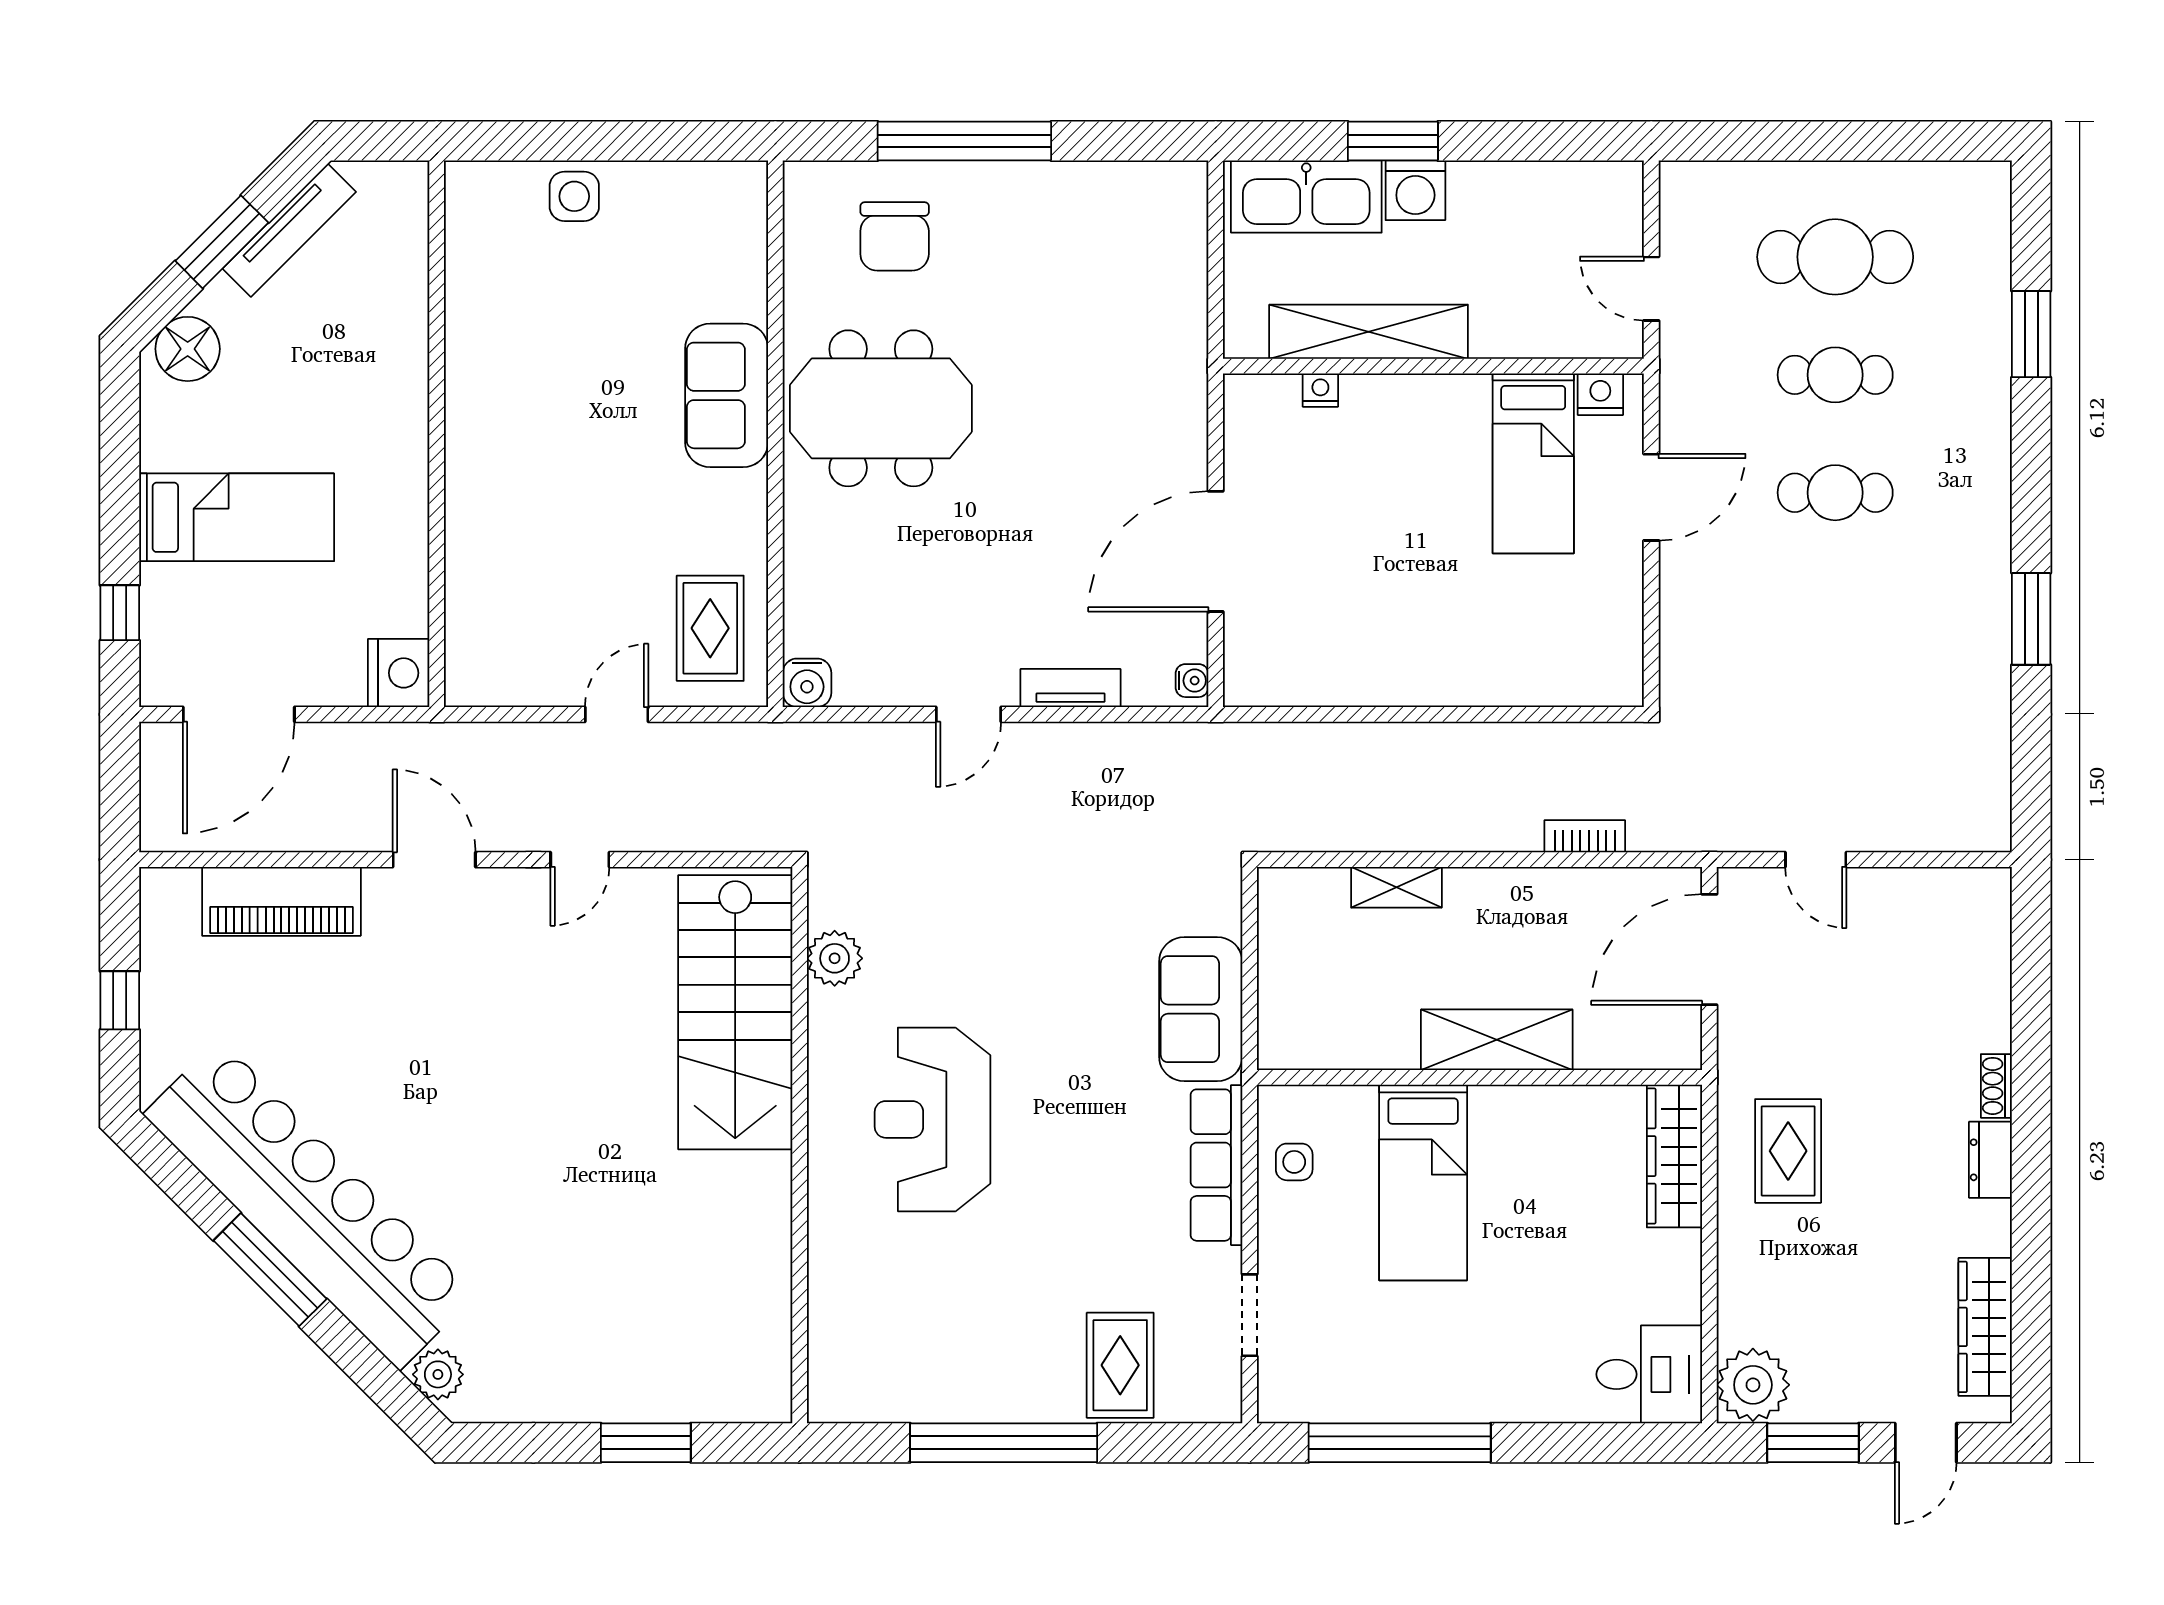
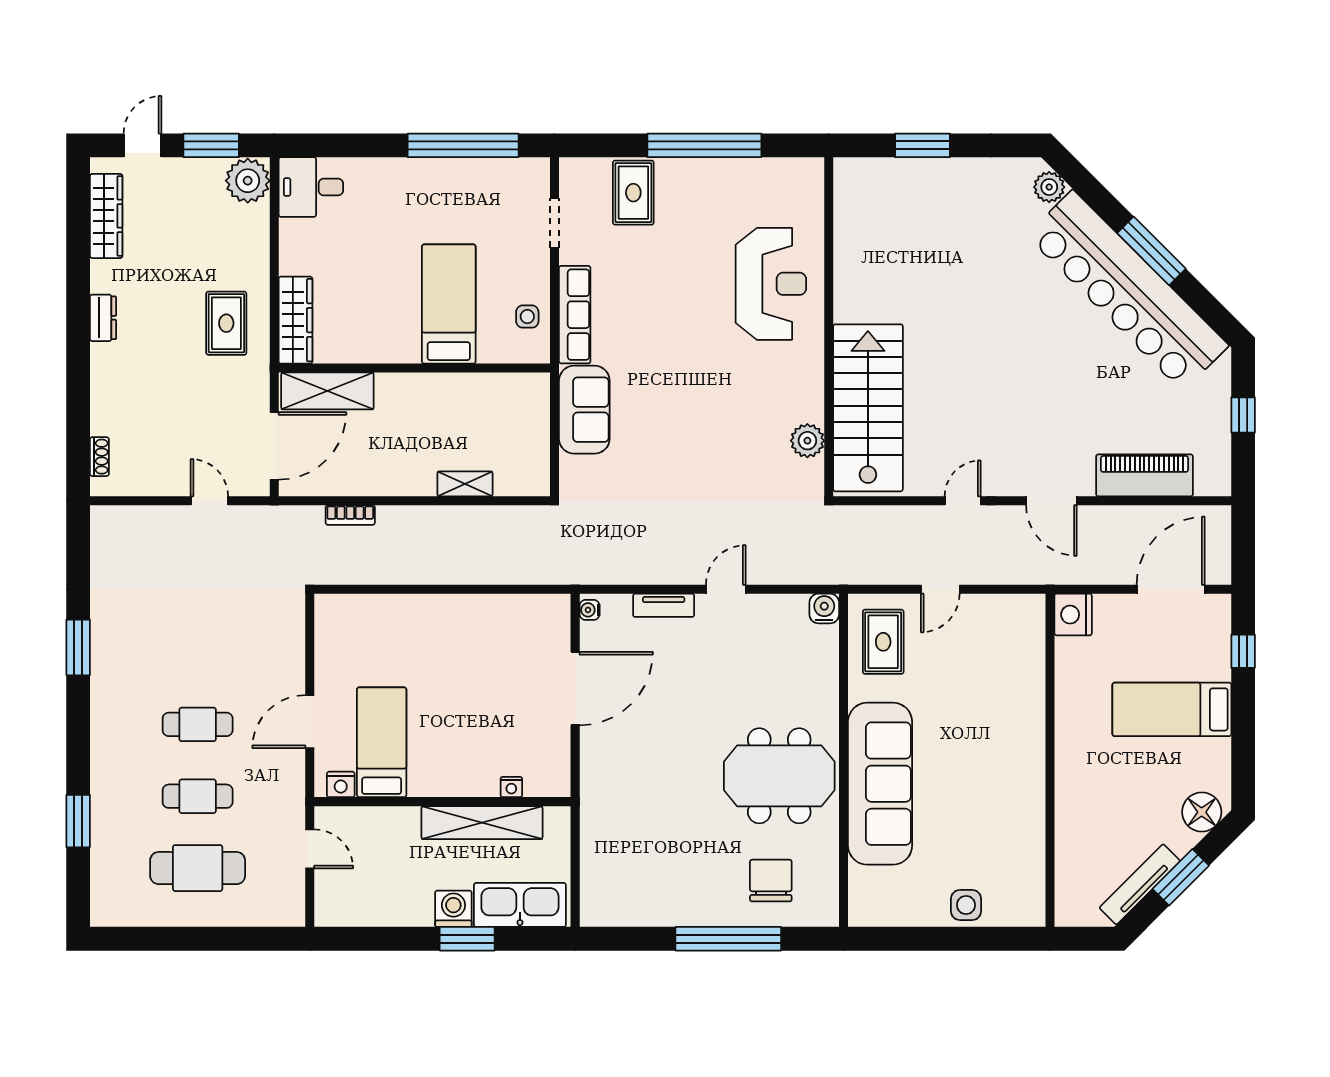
sofa: (727, 395) -> (880, 784), width x1.85, depth x1.27
shelving: (1497, 1040) -> (327, 391), moved
shoe rack: (1996, 1086) -> (99, 457), moved
reception desk: (932, 1119) -> (771, 284), moved

